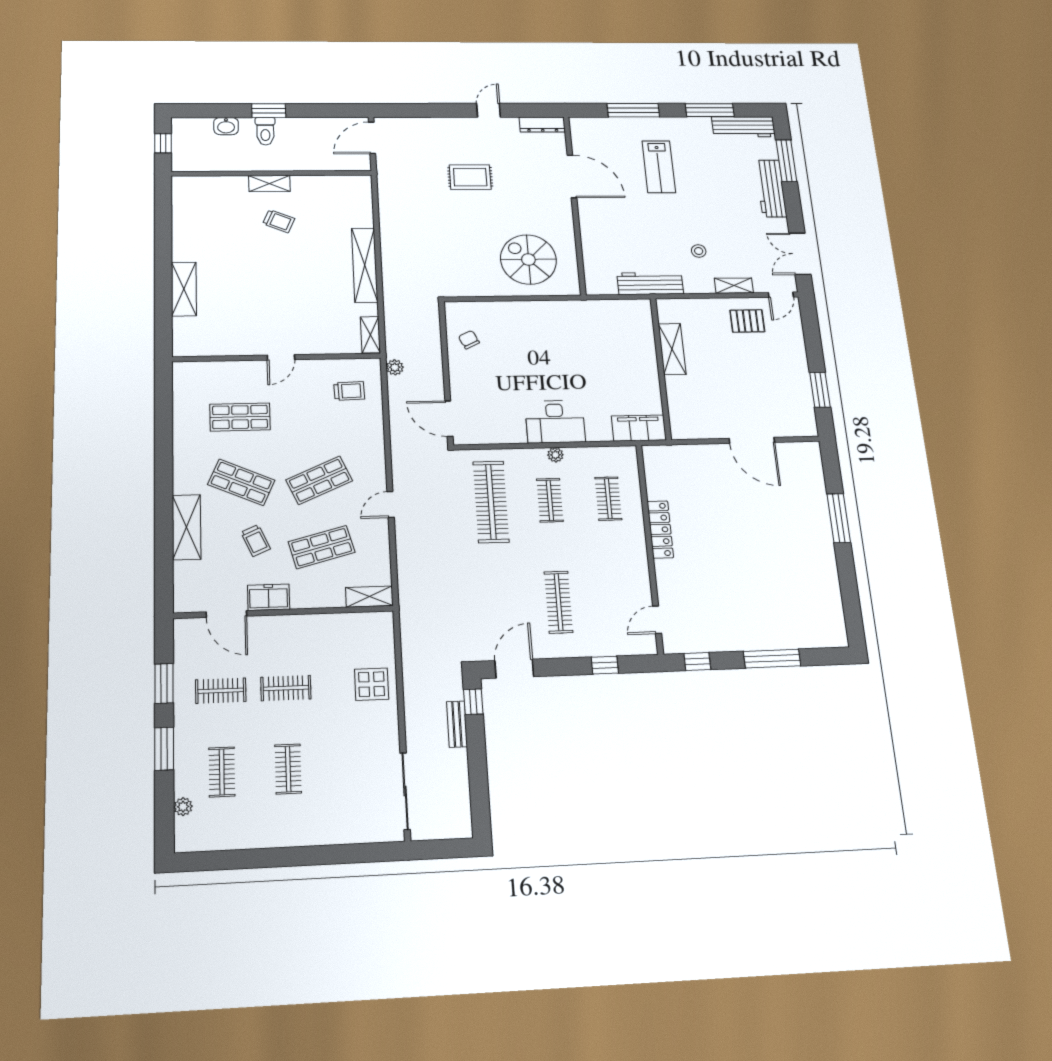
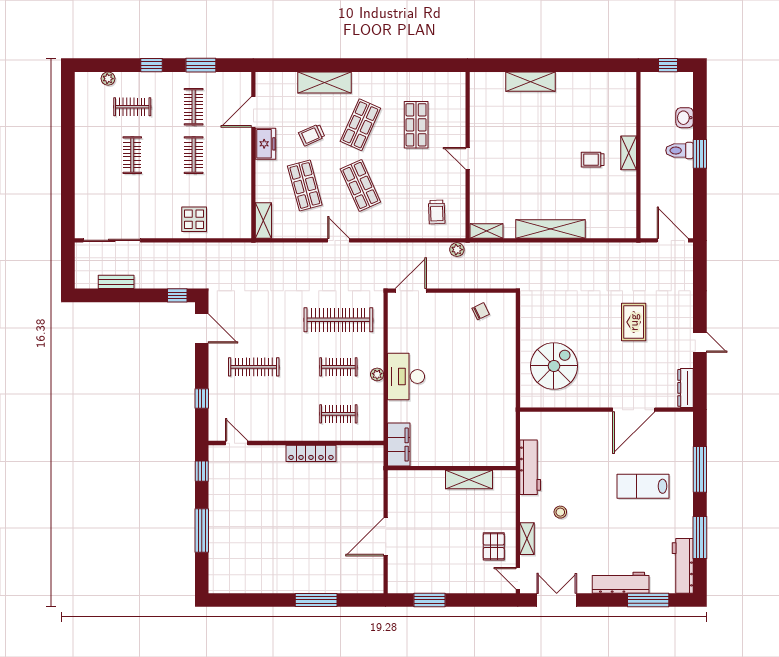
trolley: (279, 221) -> (593, 160), turned 67
bench: (457, 724) -> (116, 282), moved
window: (164, 749) -> (151, 65), width x0.67
clothes rail: (288, 769) -> (132, 155), turned 90

